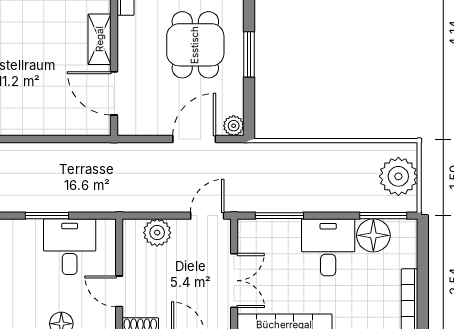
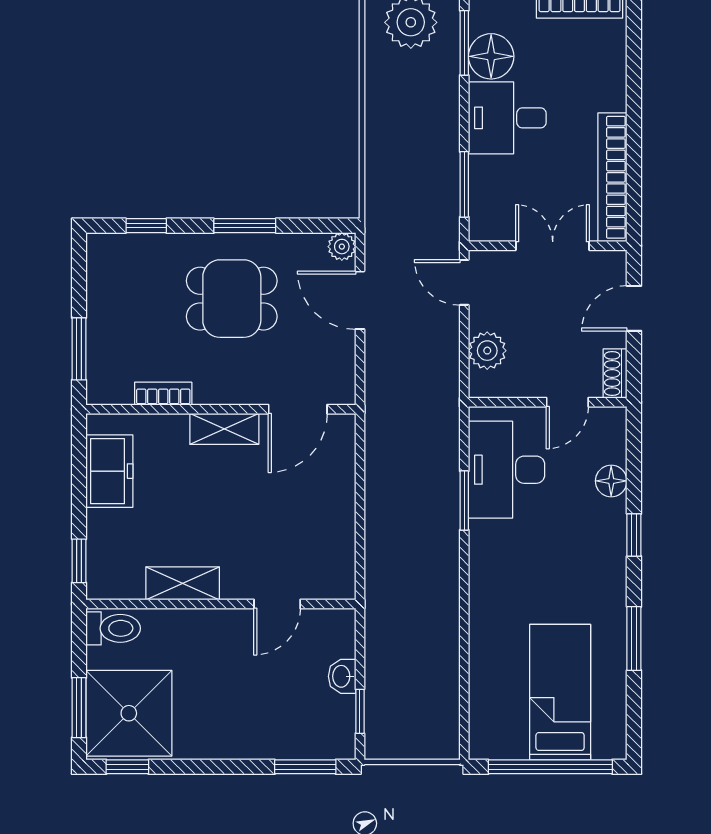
desk: (70, 247) -> (507, 470), width x1.37

